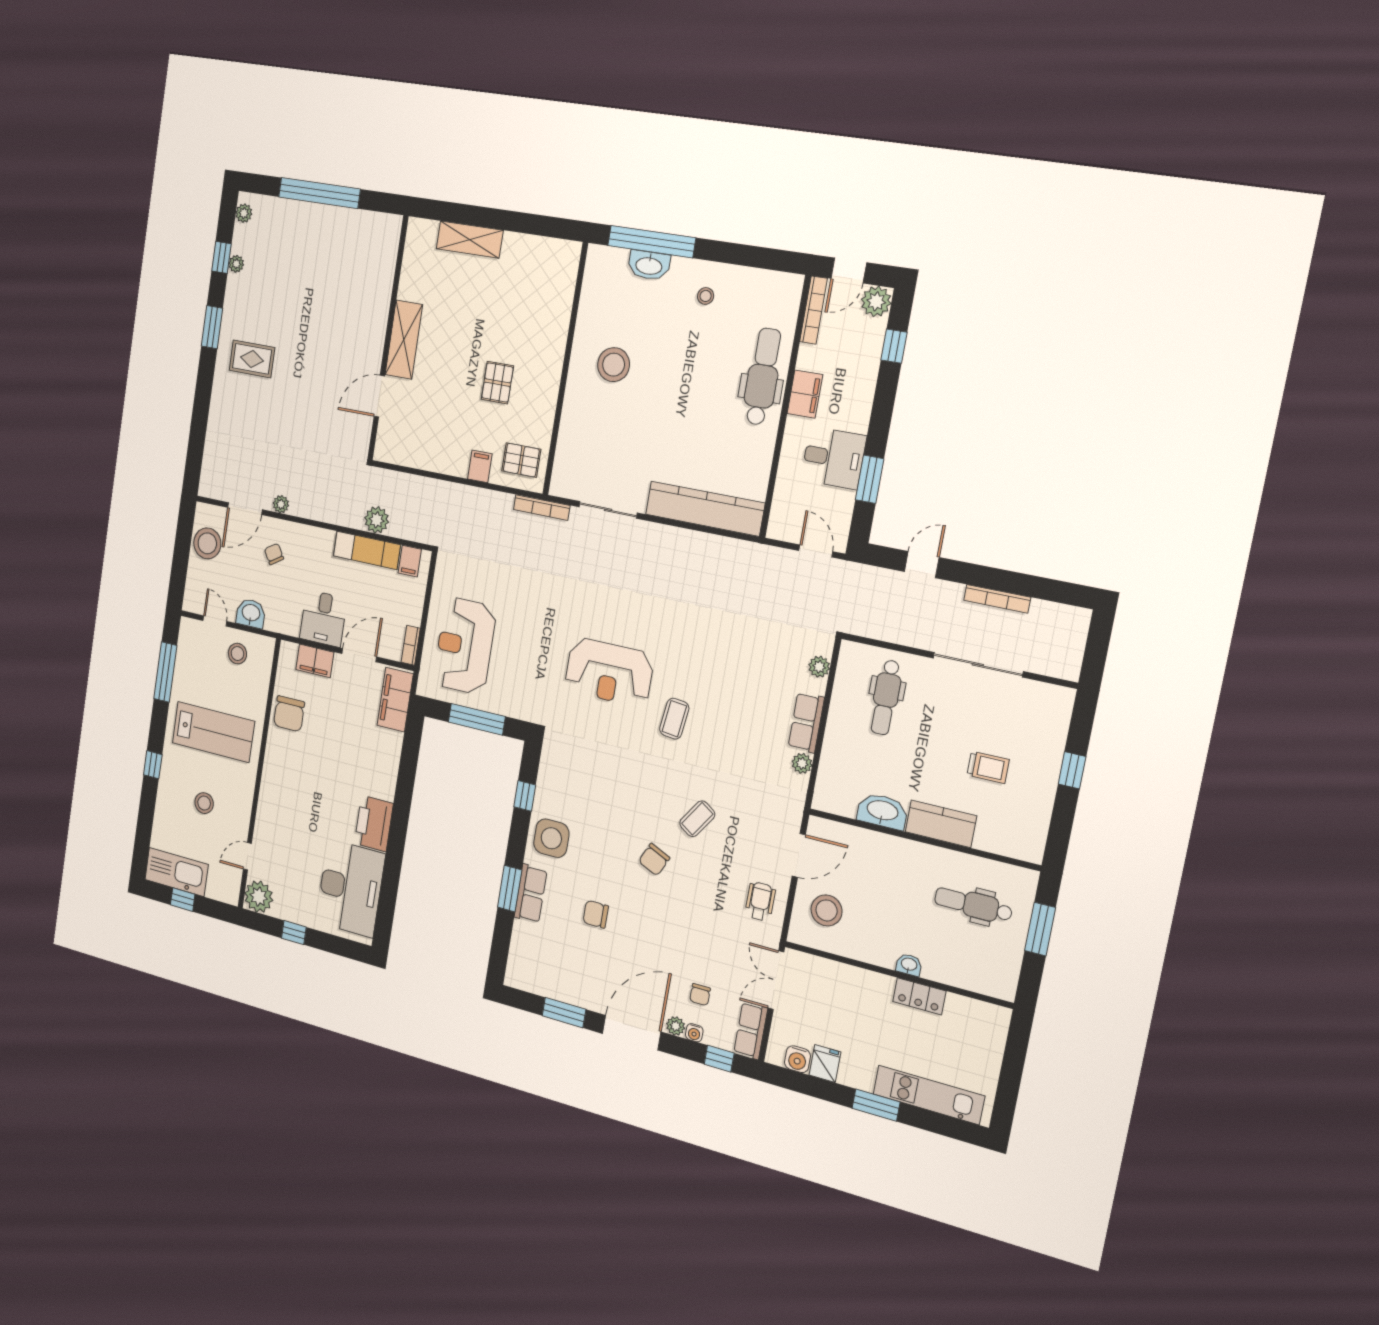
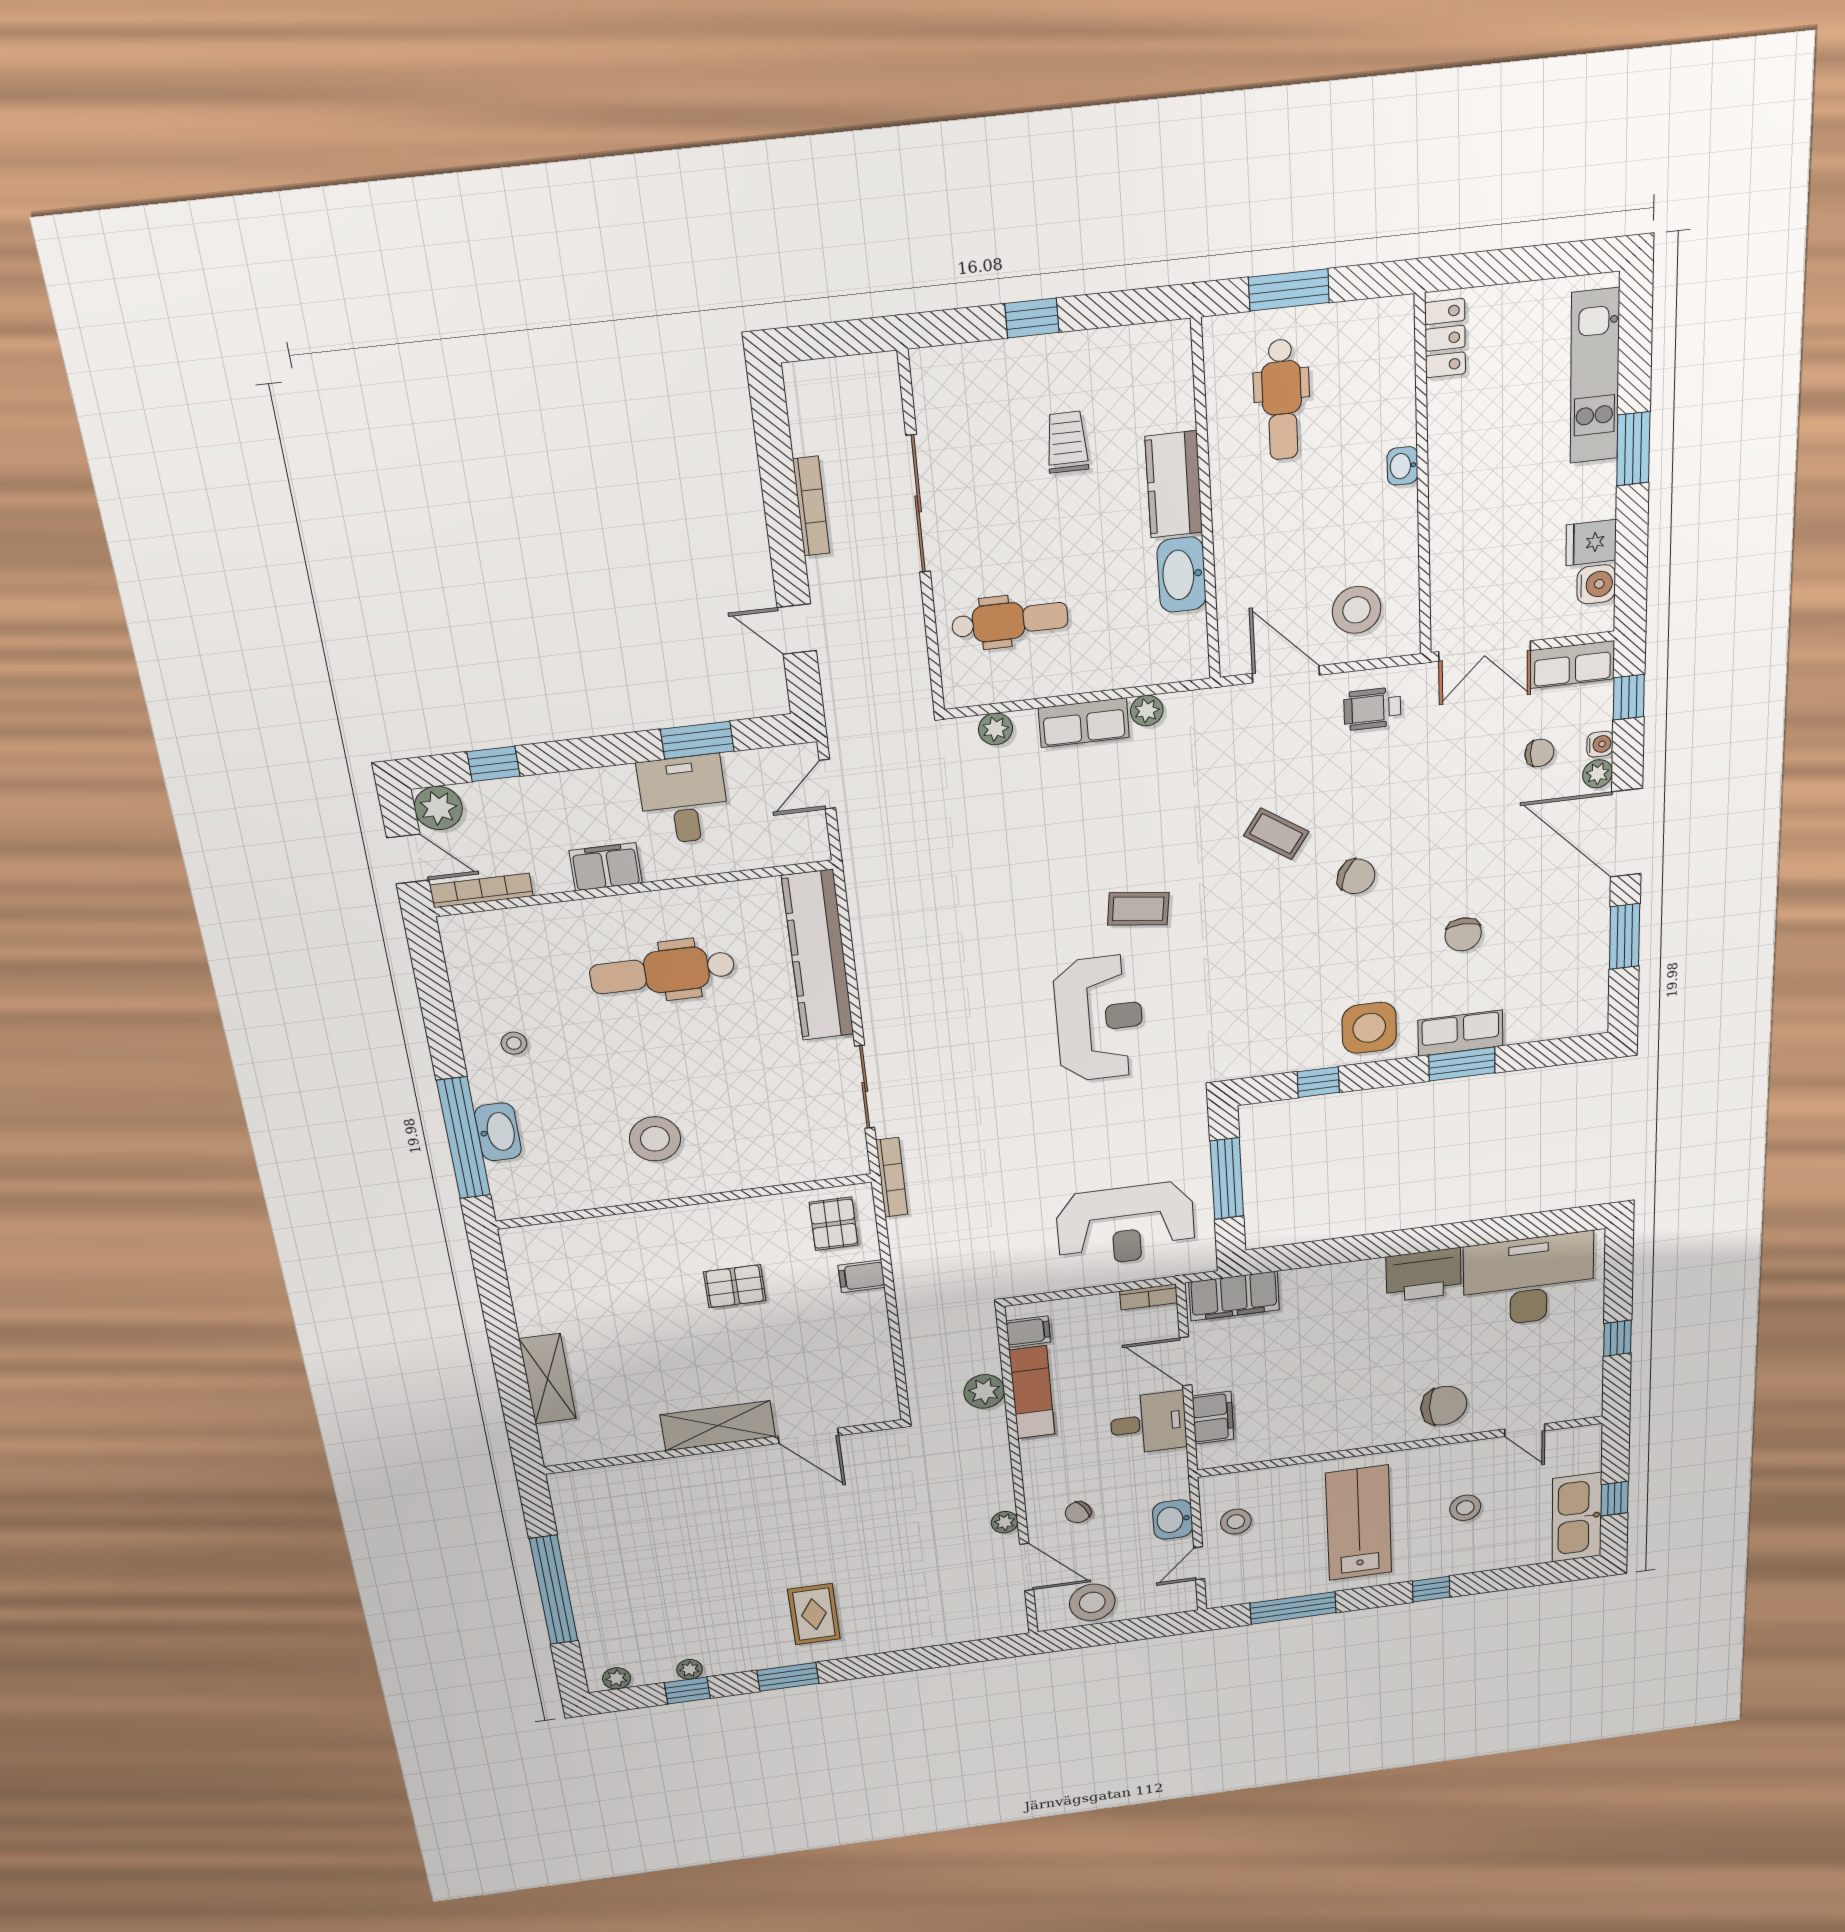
dental chair: (763, 377) -> (662, 972), moved
chair: (289, 714) -> (1444, 1406), moved
plant: (259, 897) -> (1579, 1399), removed
locker: (919, 996) -> (1445, 338), moved

